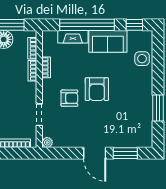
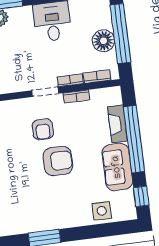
armchair: (97, 89) -> (58, 161), turned 180
doorway: (39, 115) -> (45, 92), moved

